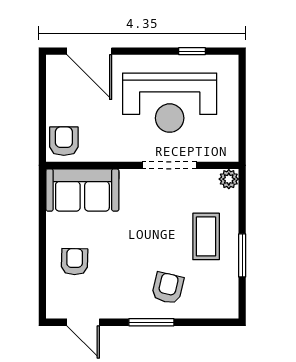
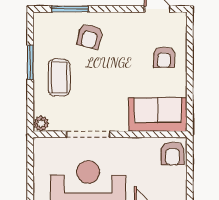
window: (151, 322) -> (70, 9), moved

